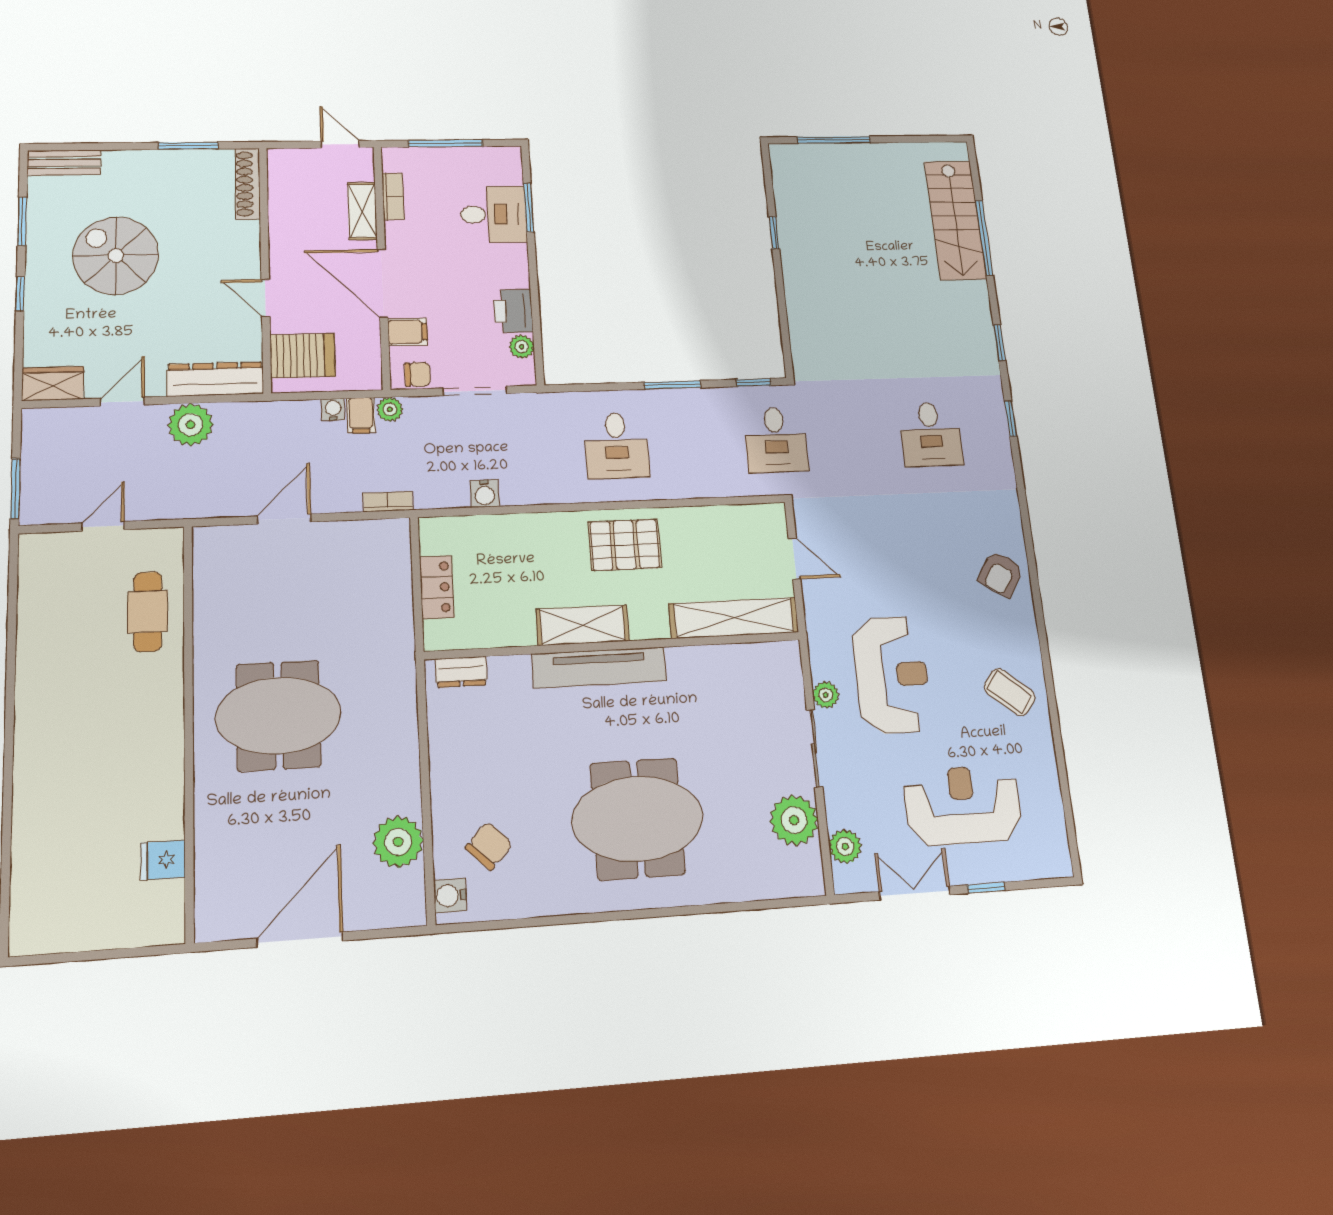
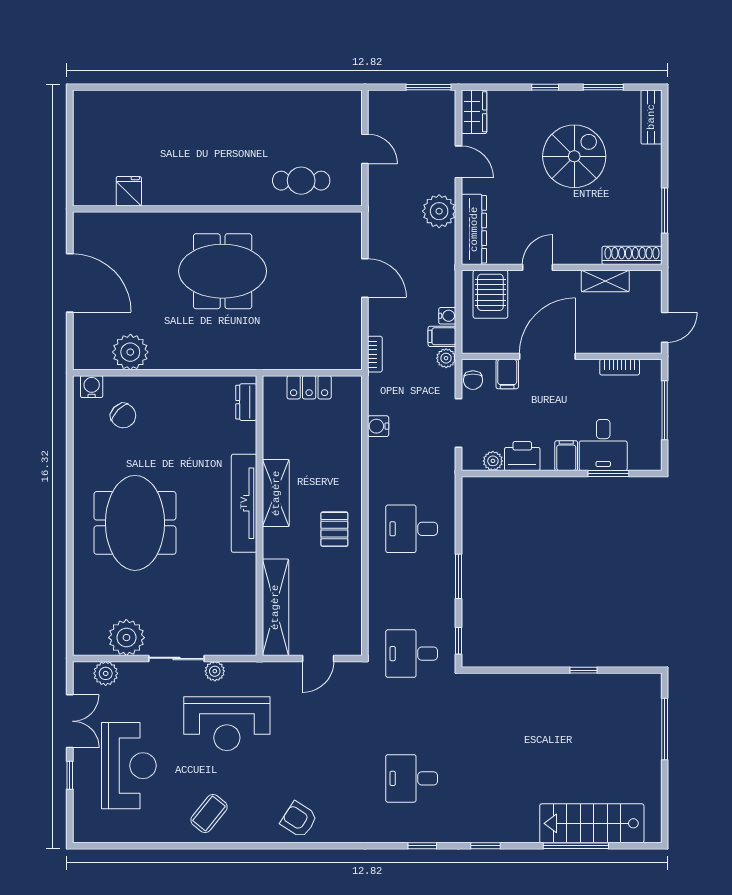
shelving: (362, 211) -> (605, 281), moved
filing cabinet: (509, 258) -> (566, 456), added
window: (15, 489) -> (428, 87), moved
pallet: (625, 545) -> (334, 529), width x0.67, depth x0.71
meeting table: (278, 715) -> (223, 271), turned 90

